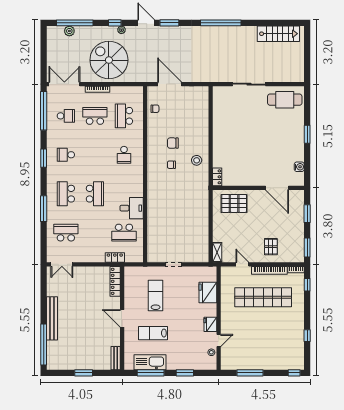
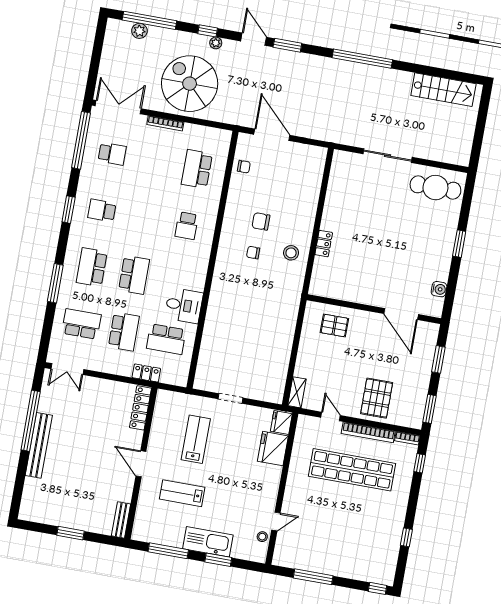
school desk: (95, 116) -> (124, 332), moved, turned 90
locker: (217, 177) -> (324, 244), moved
pallet: (234, 203) -> (334, 325), width x0.67, depth x0.71
pallet: (271, 247) -> (377, 398), width x1.50, depth x1.42
fridge: (210, 324) -> (281, 422), moved
window: (44, 344) -> (31, 421), moved
kitchen sink: (150, 362) -> (208, 542), moved

